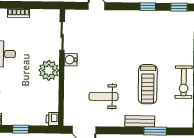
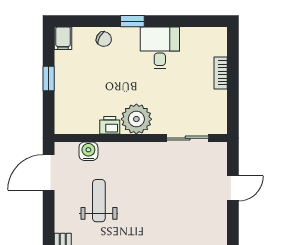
water cooler: (71, 60) -> (88, 151), moved
printer: (52, 119) -> (110, 125), moved

